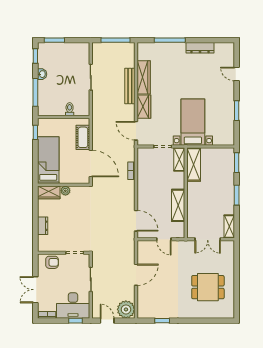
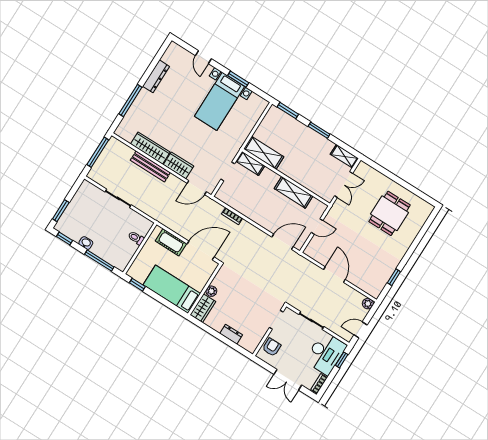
door: (237, 74) -> (203, 57), hinge flipped
bed with nightstands: (193, 122) -> (219, 101), moved, turned -90
plant: (126, 309) -> (368, 304), width x0.53, depth x0.53

